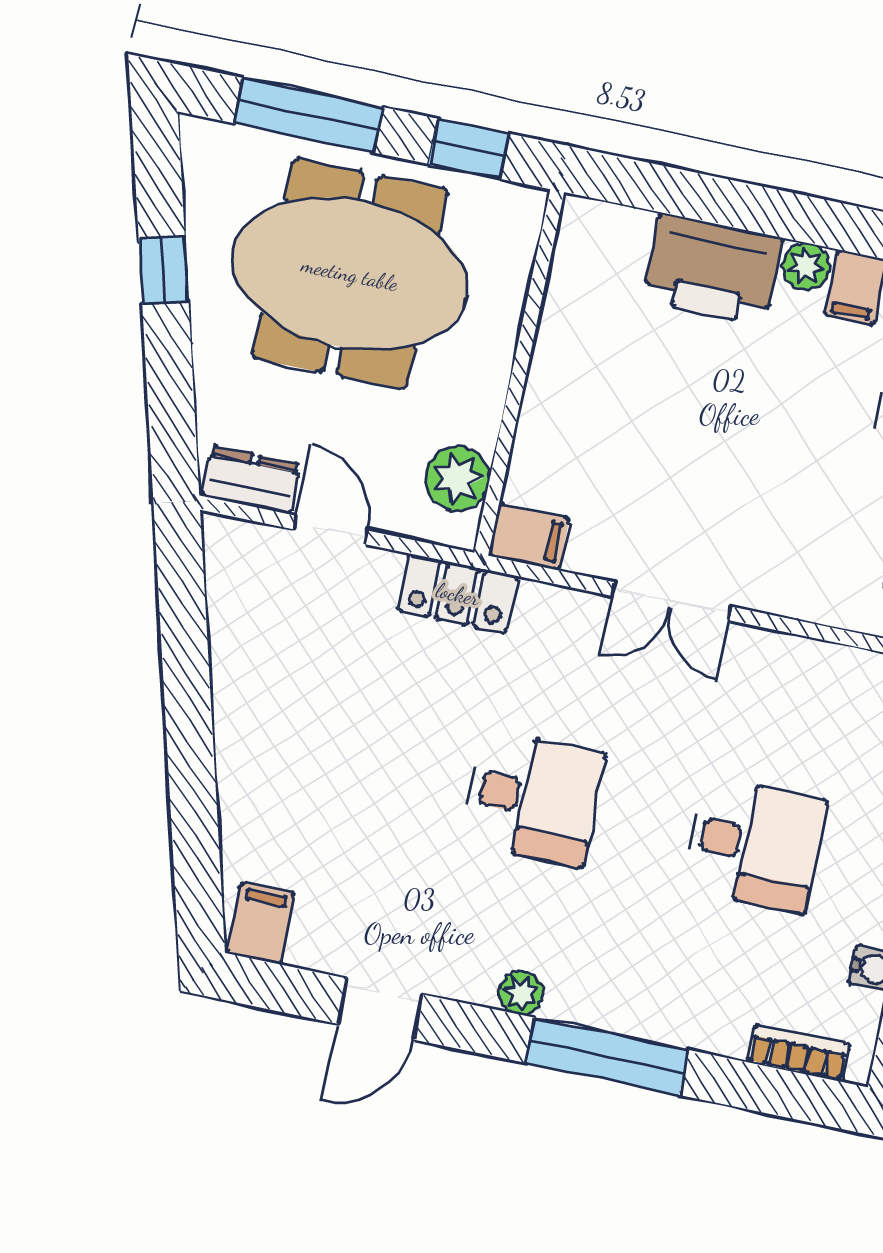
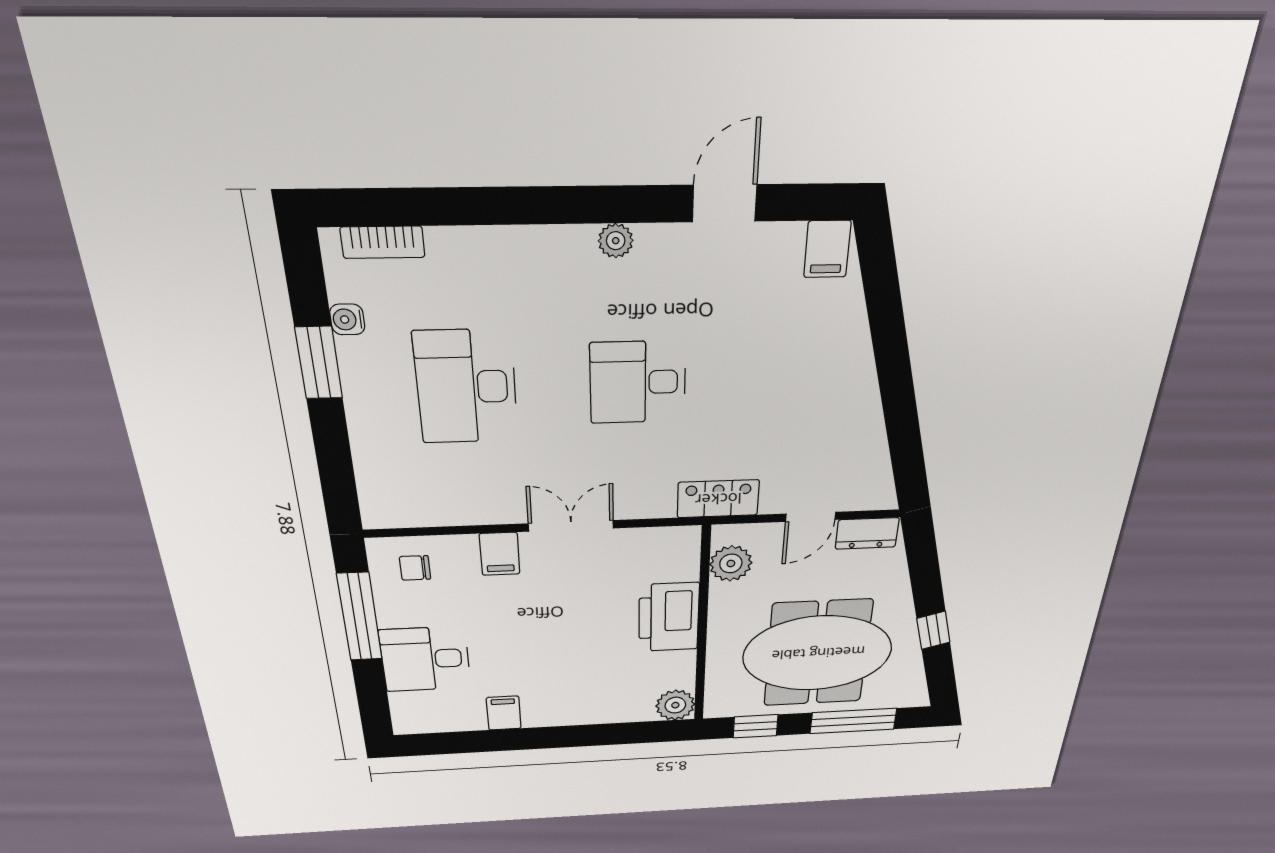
plant: (806, 266) -> (675, 705), moved, width x1.38, depth x1.38
printer: (713, 270) -> (669, 617), moved, turned -90
door: (330, 530) -> (811, 517), hinge flipped
filing cabinet: (529, 537) -> (500, 554), moved, turned -90
desk: (755, 845) -> (466, 387), width x1.37
window: (607, 1056) -> (535, 205), removed

